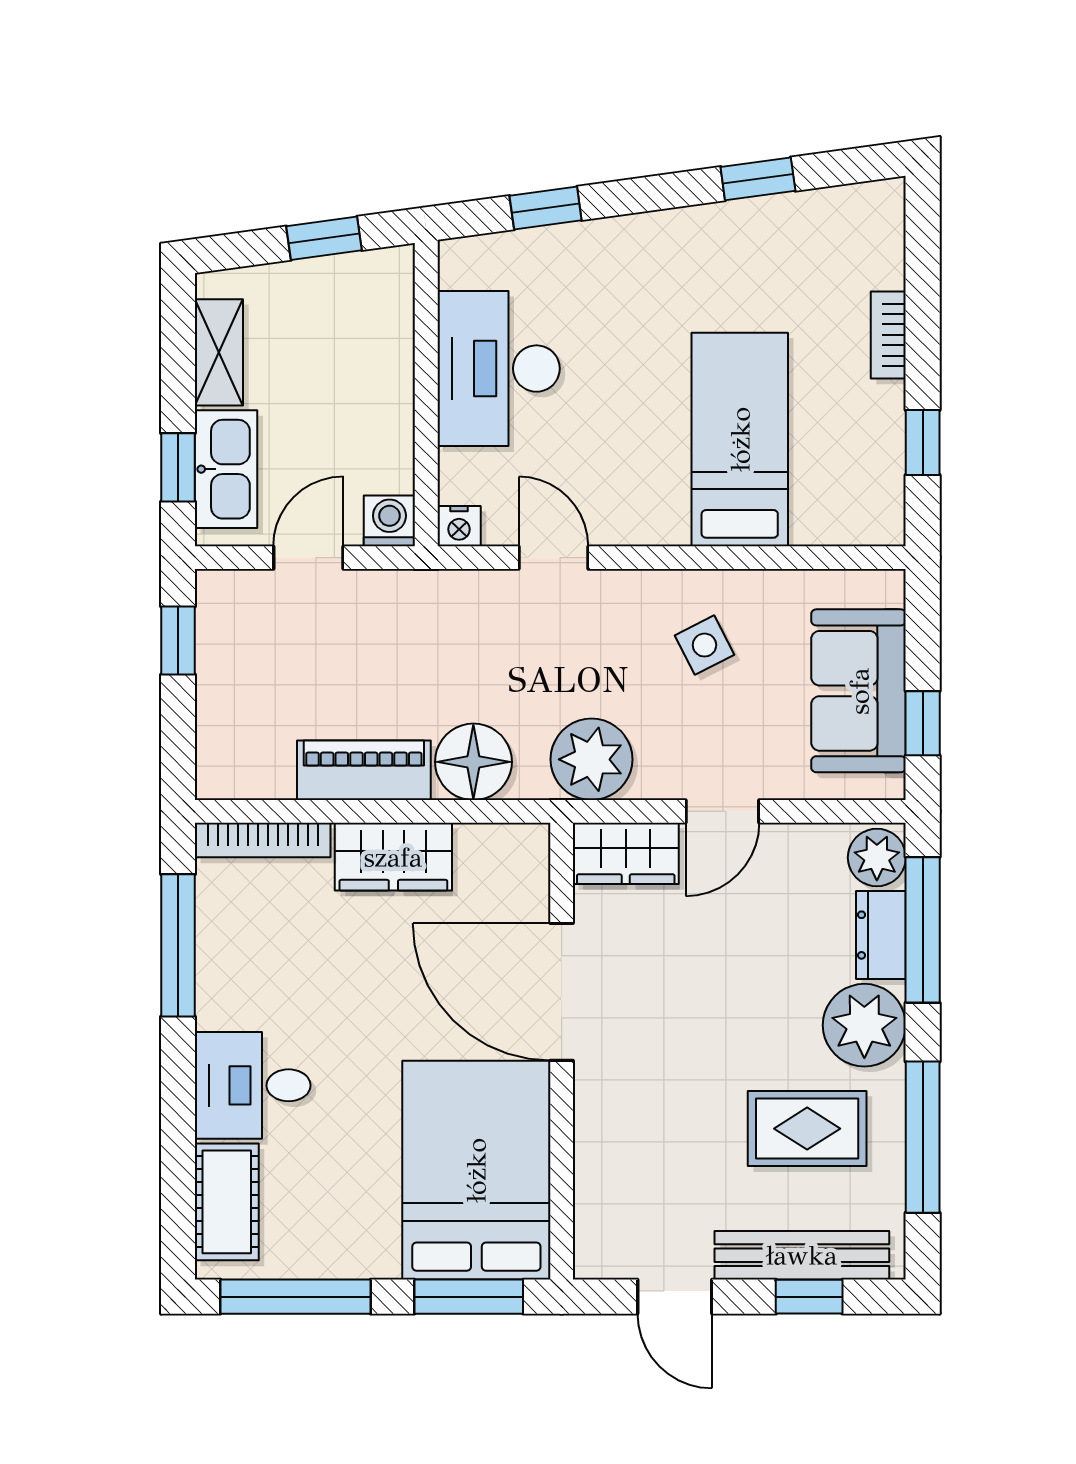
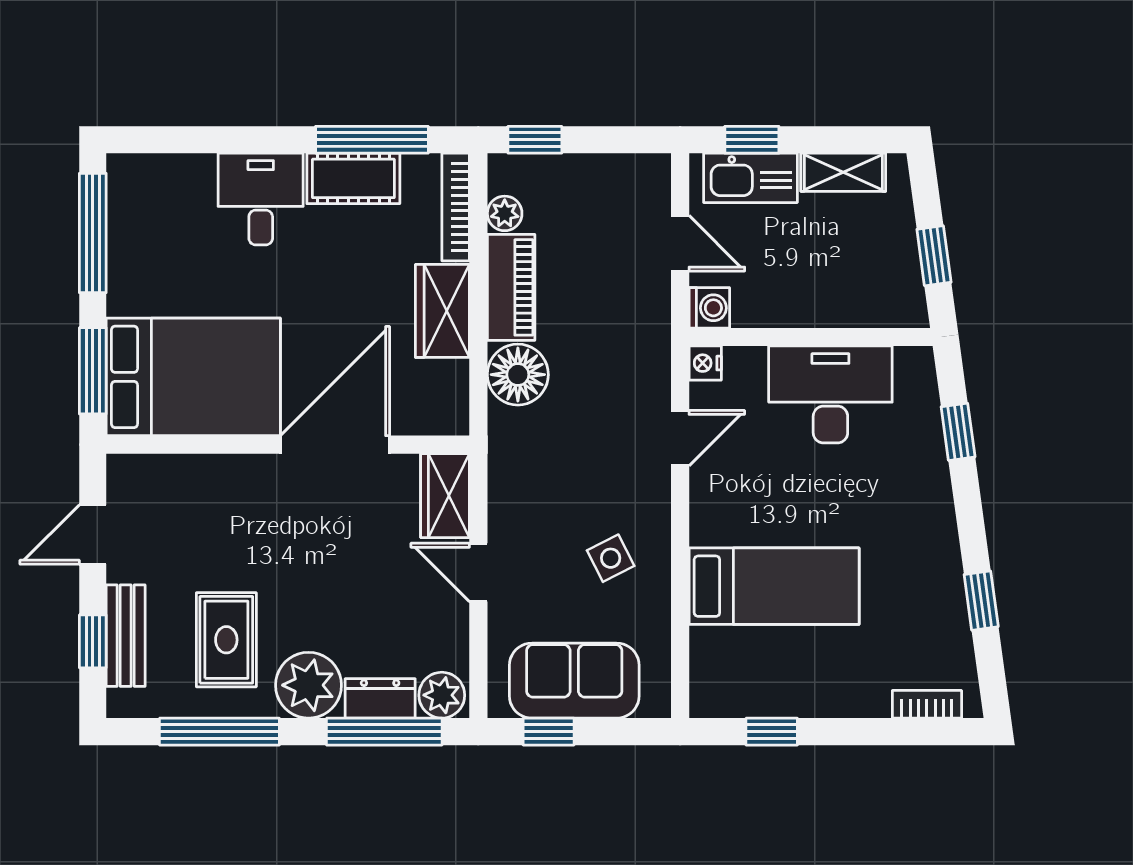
bookcase: (888, 335) -> (927, 704), moved
window: (178, 641) -> (535, 140), moved
plant: (591, 759) -> (505, 213), moved, width x0.53, depth x0.53
cot: (227, 1202) -> (353, 178), moved
bench: (802, 1255) -> (126, 636), width x0.73

